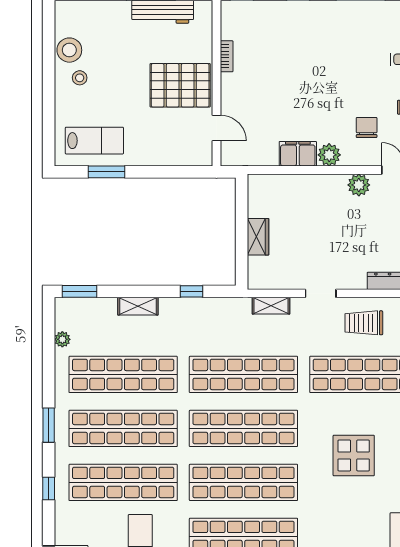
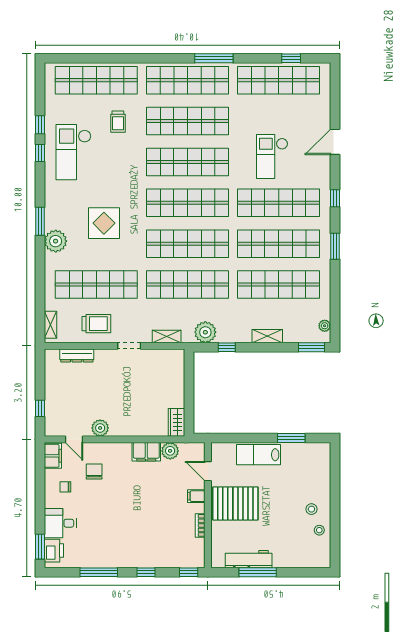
stool: (69, 50) -> (319, 530), width x0.53, depth x0.53
filing cabinet: (232, 95) -> (196, 496), added
chair: (367, 128) -> (94, 471), turned 180
lab bench: (94, 141) -> (259, 455), moved
plant: (329, 155) -> (170, 451), moved
wardrobe: (258, 237) -> (176, 422), moved
plant: (220, 311) -> (205, 332), added
plant: (62, 339) -> (325, 326), moved

